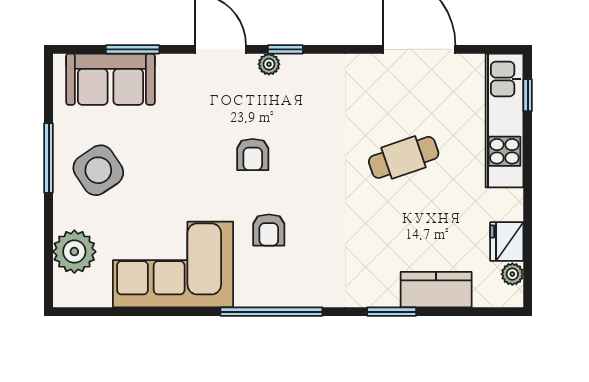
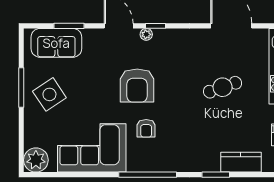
armchair: (253, 154) -> (137, 86), width x1.88, depth x1.88
plant: (74, 252) -> (36, 160), moved

